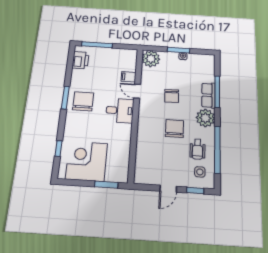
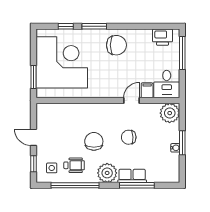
window: (65, 98) -> (94, 26), moved
desk: (120, 111) -> (167, 84), moved
chair: (174, 129) -> (94, 141), turned -90
wheelchair: (197, 149) -> (74, 165), turned 180
corner desk: (87, 161) -> (62, 62), width x1.36, depth x1.36

